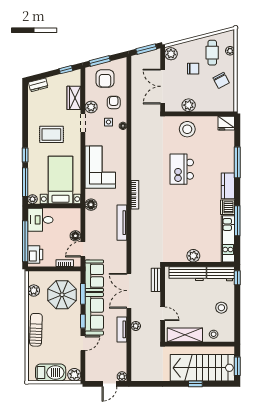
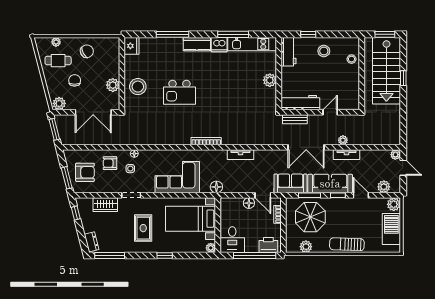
plant: (91, 107) -> (384, 187), moved
window: (25, 182) -> (110, 256), moved
tv unit: (122, 223) -> (241, 155), width x0.71
workbench: (188, 274) -> (300, 103), moved, turned -90
window: (237, 278) -> (308, 34), moved
shelving: (185, 335) -> (352, 89), removed

